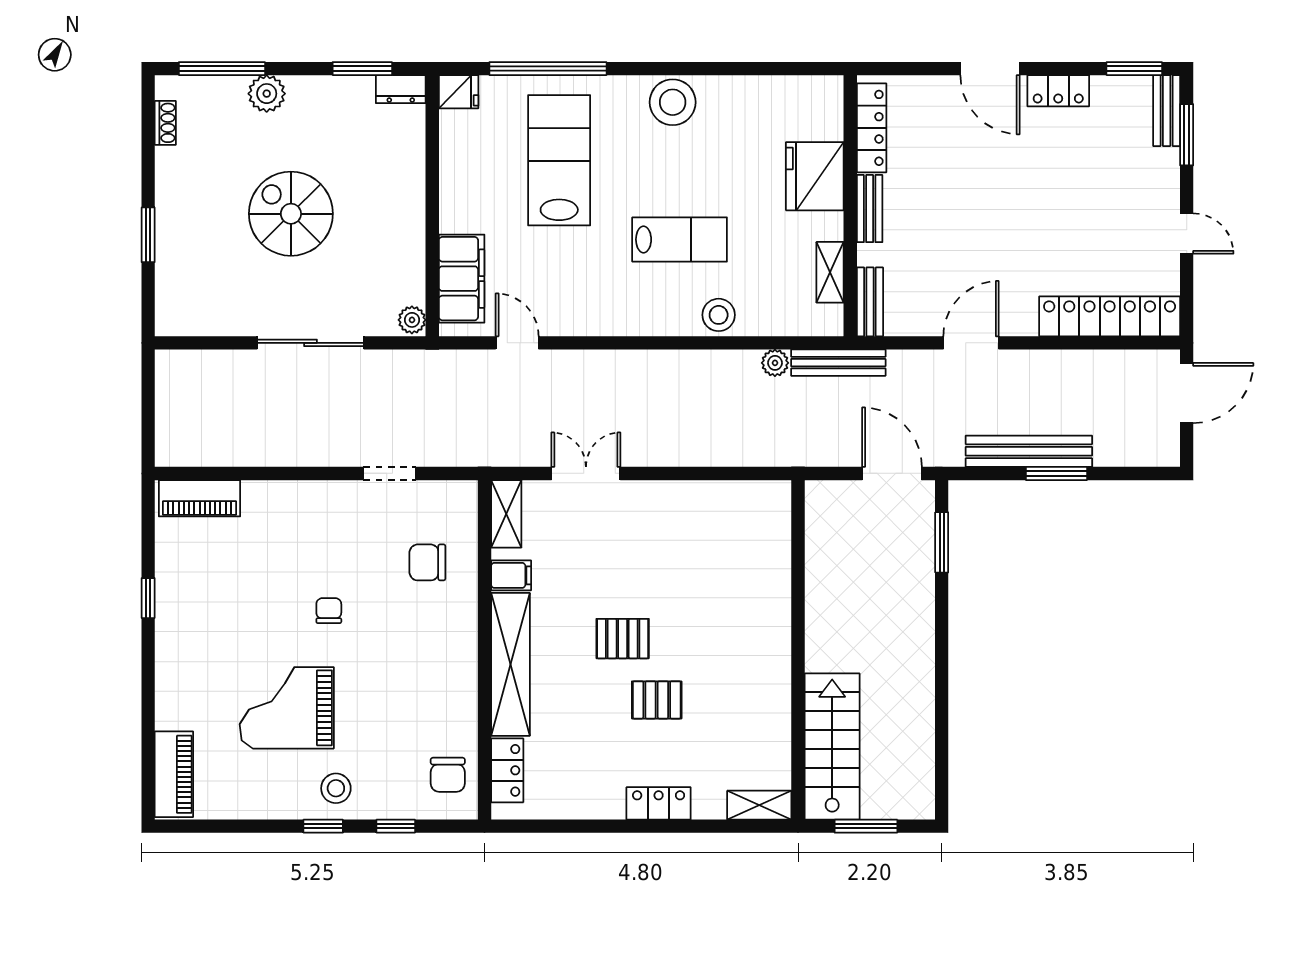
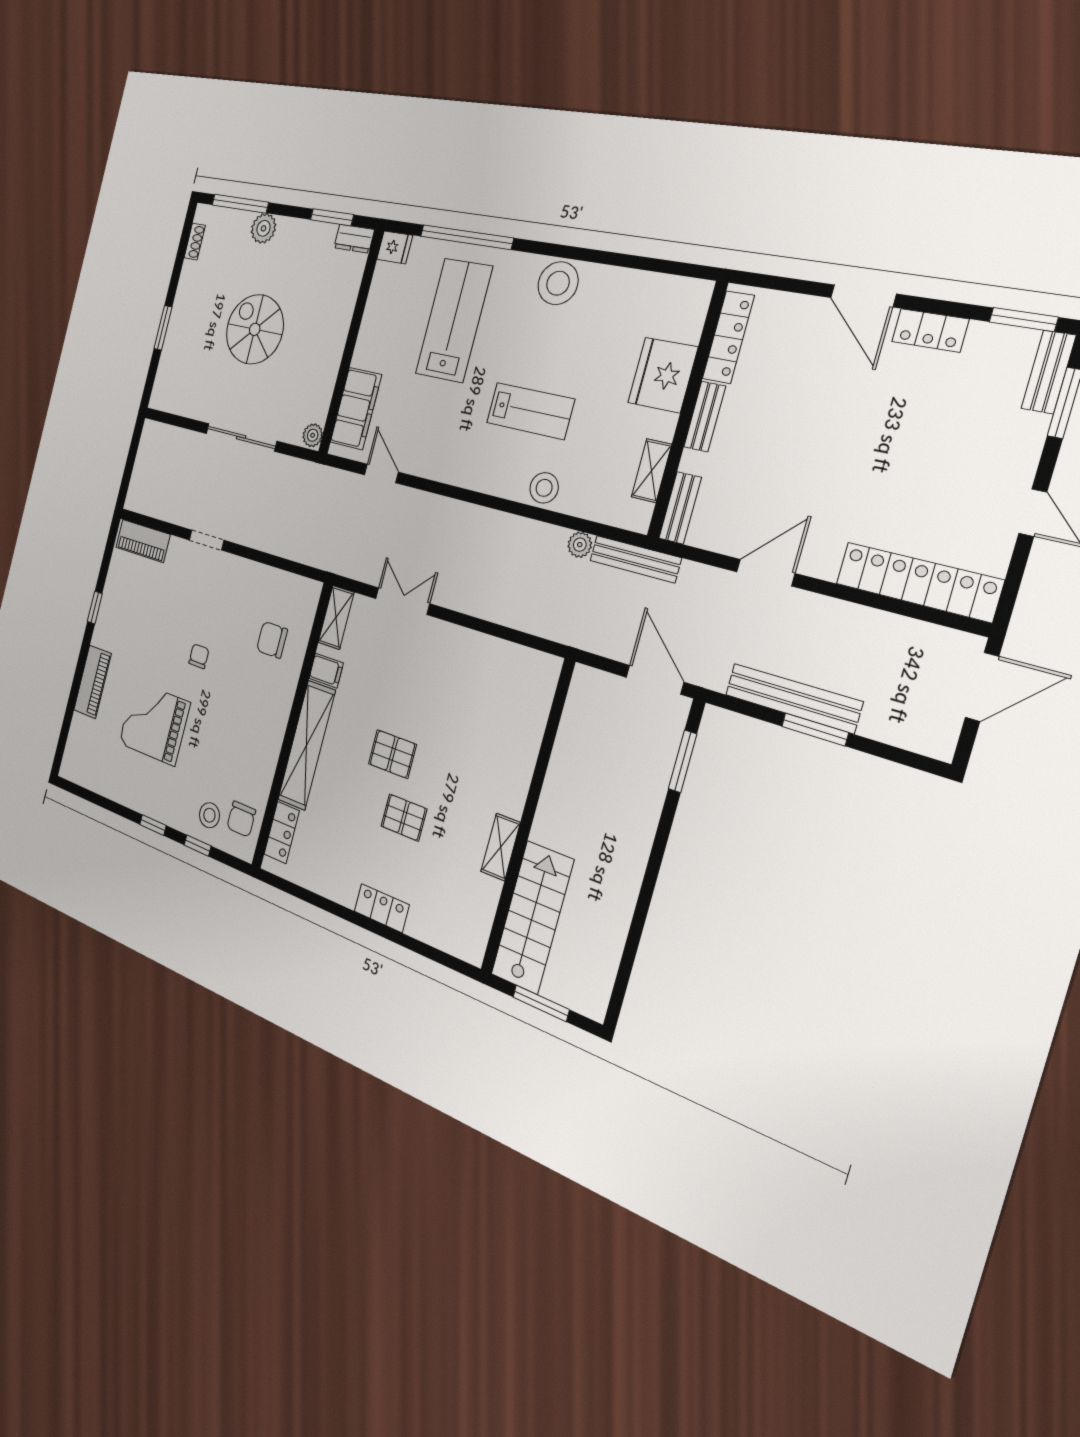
doorway: (390, 473) -> (207, 540), moved
piano: (174, 774) -> (92, 682), moved
stool: (336, 788) -> (209, 815), moved
shelving: (759, 805) -> (501, 847), moved, turned 90

